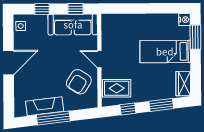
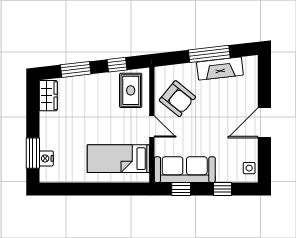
nightstand: (184, 20) -> (46, 158), moved
bed: (165, 51) -> (118, 159), moved, turned 180
armchair: (79, 82) -> (177, 99), turned 97
rug: (117, 88) -> (131, 90), turned 90

